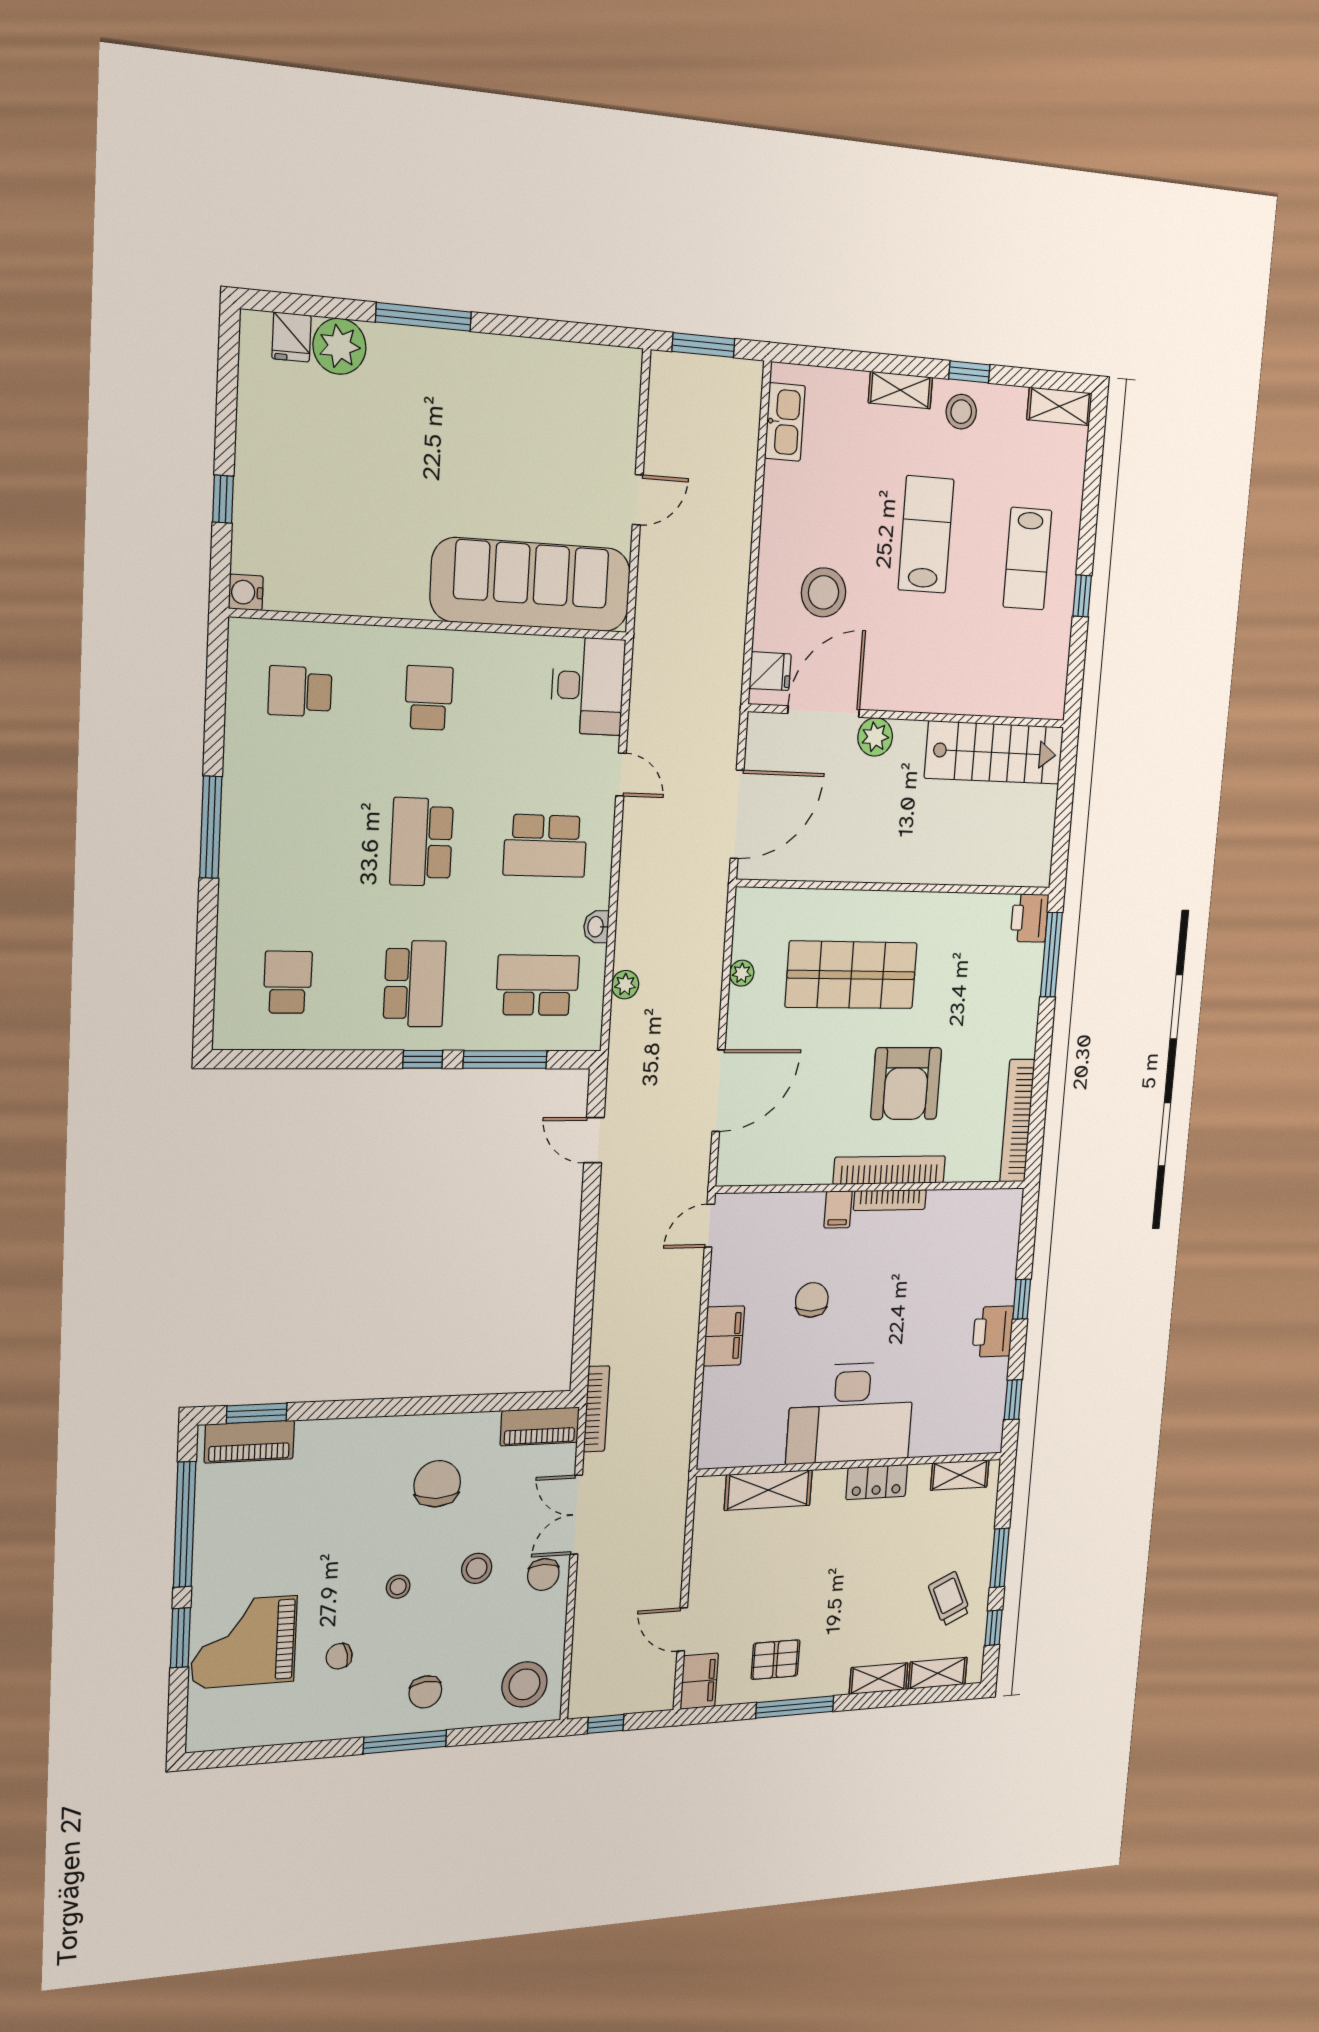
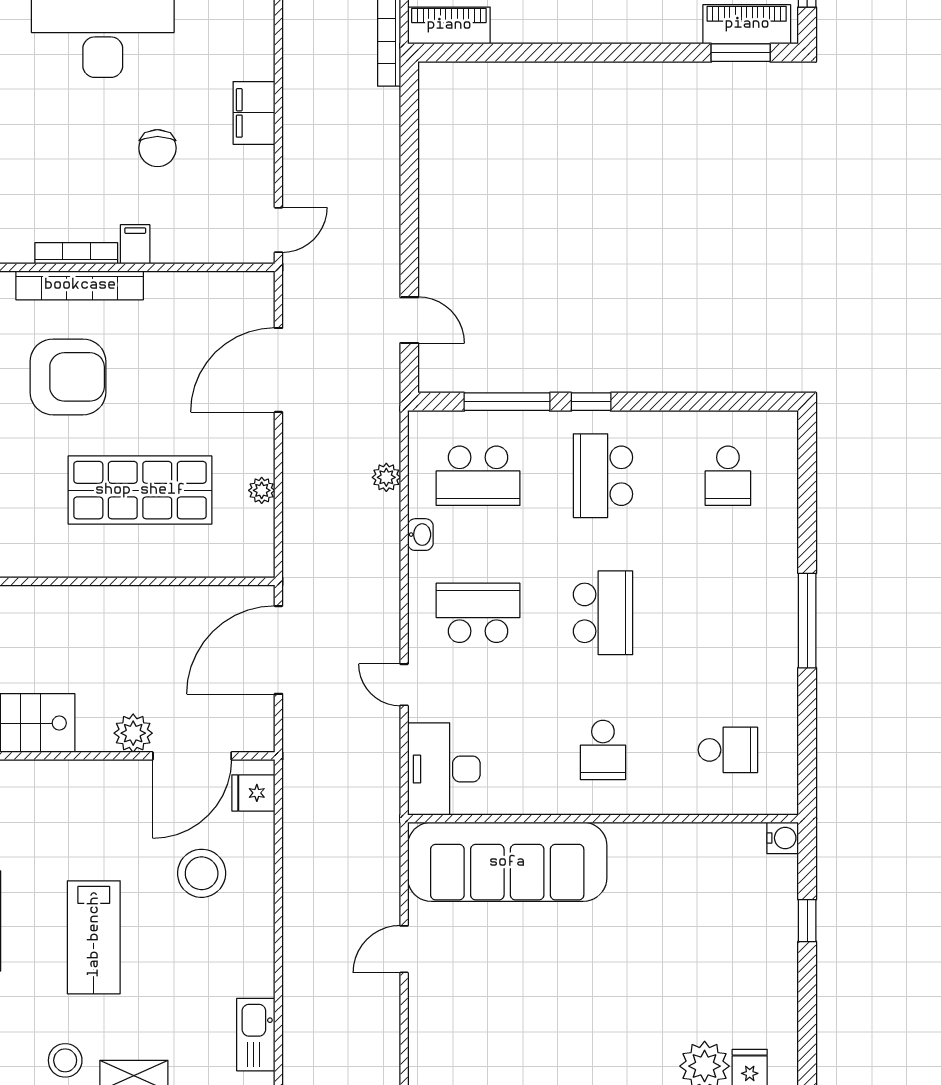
armchair: (906, 1084) -> (68, 377), turned 90

